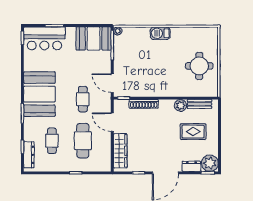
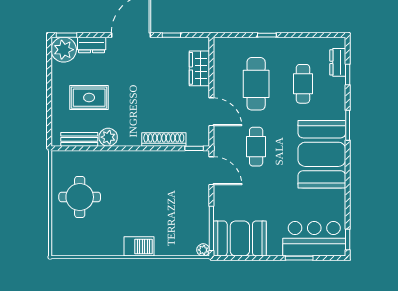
wardrobe: (120, 151) -> (199, 68), width x0.67
dresser: (29, 155) -> (338, 62), width x0.70

